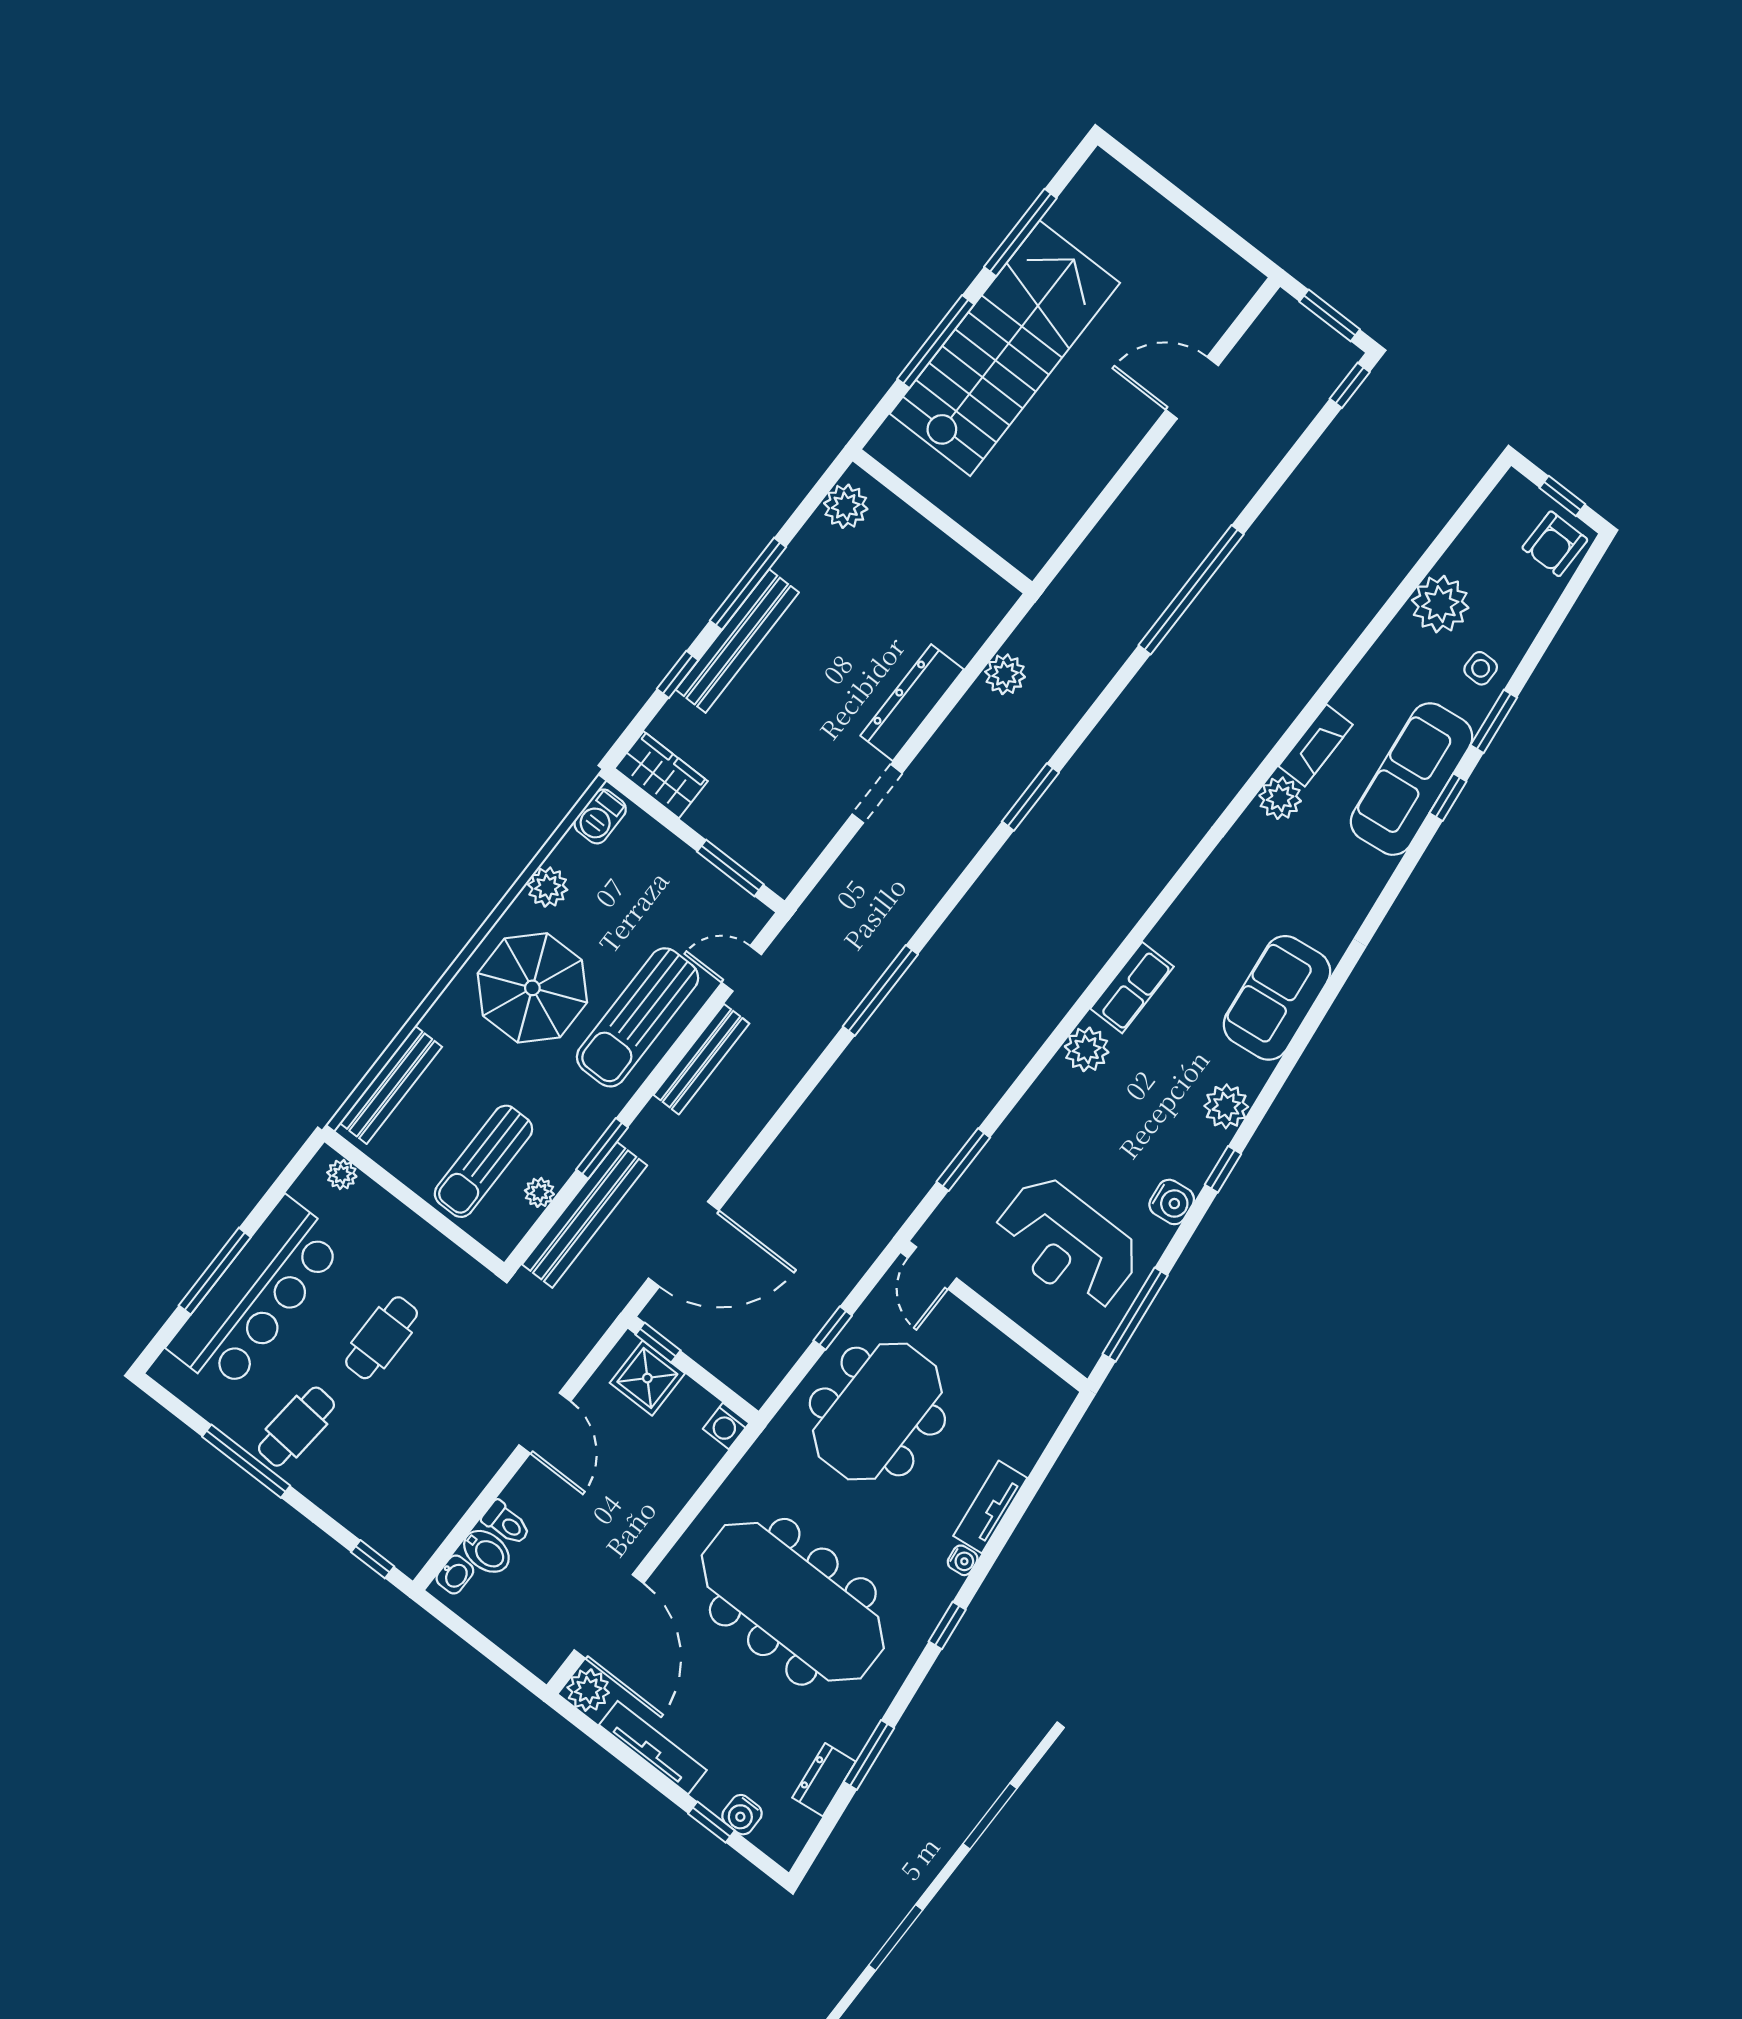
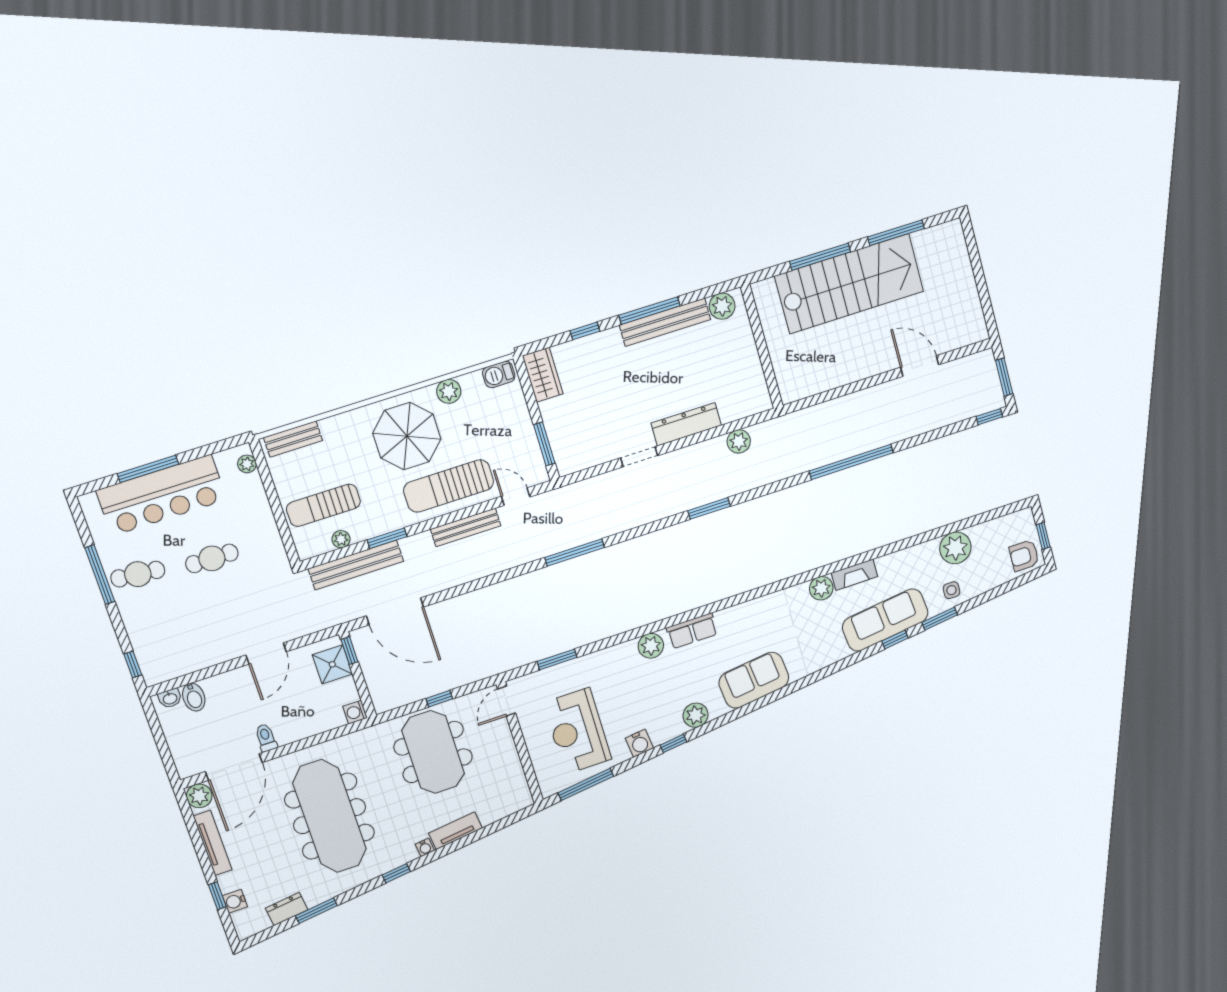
bench: (737, 641) -> (665, 322), moved
bench: (391, 1085) -> (293, 439), width x0.73
meeting table: (877, 1411) -> (433, 752), turned 90
toilet: (506, 1523) -> (266, 738), moved, turned 180

